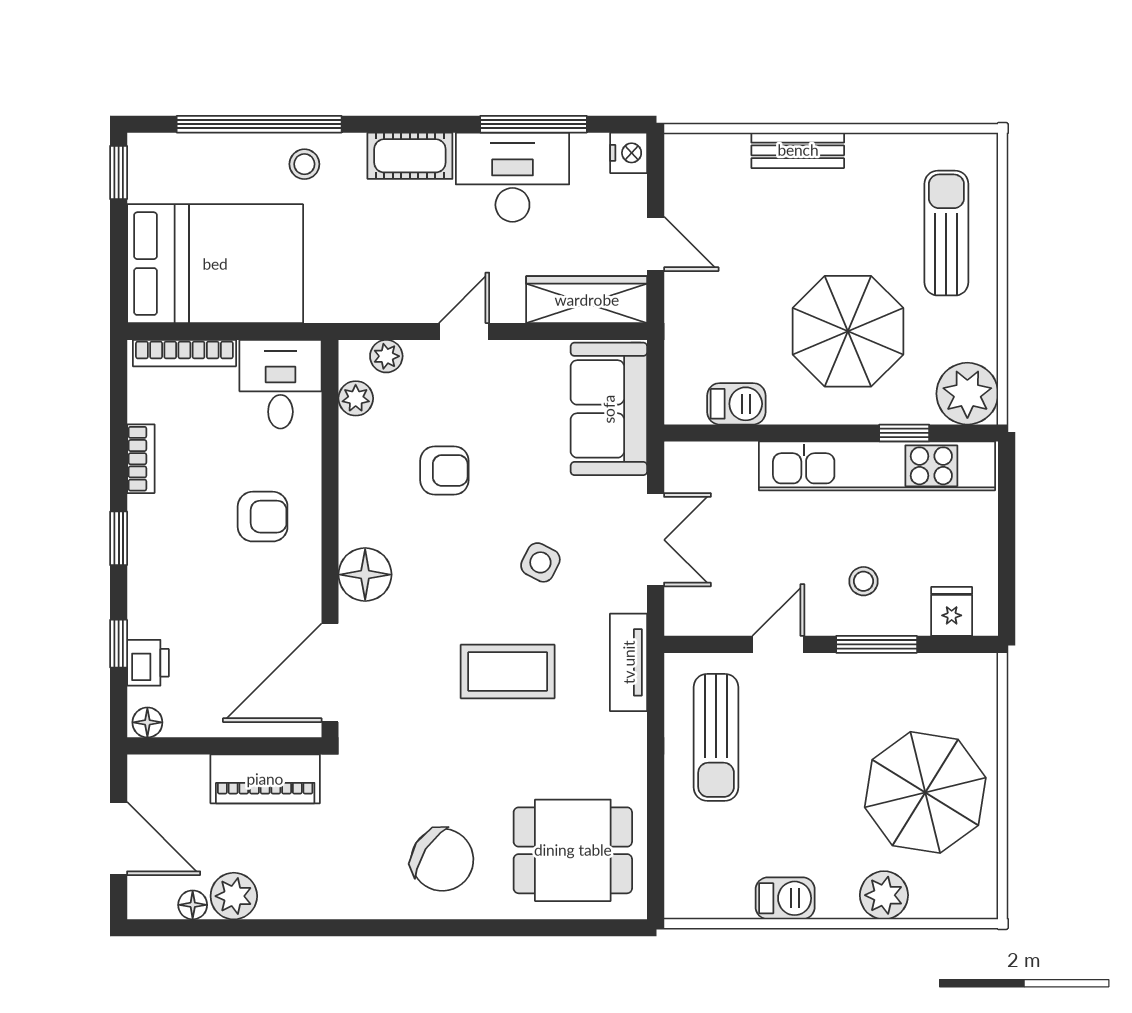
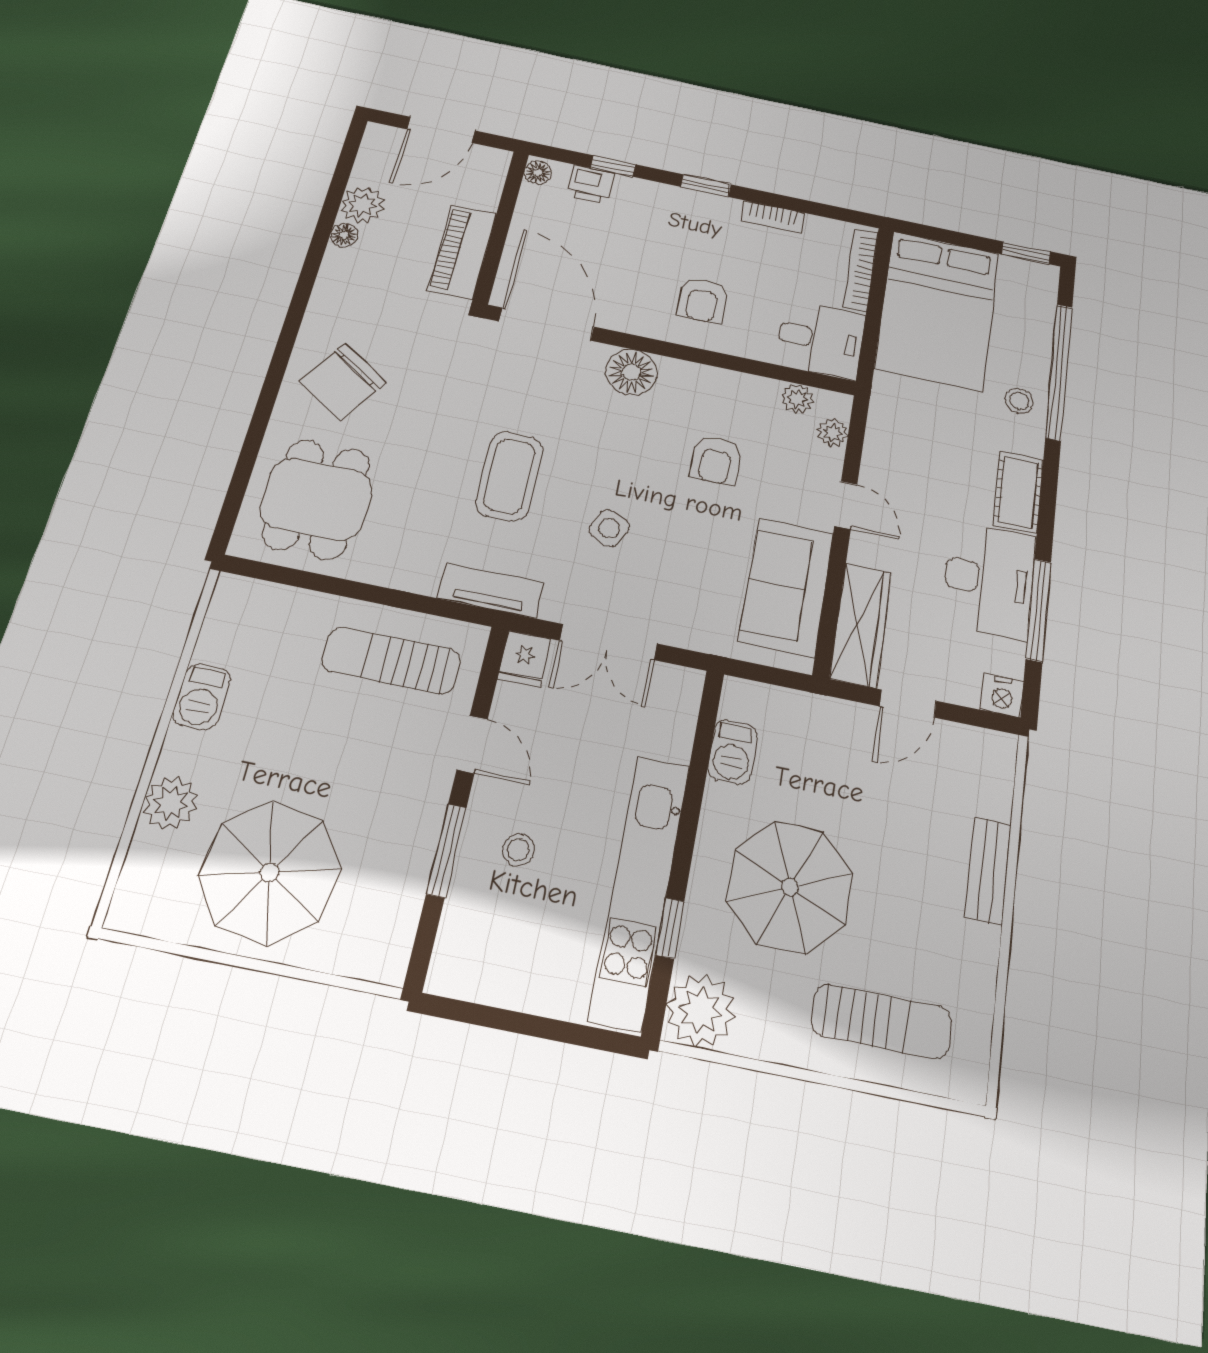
sofa: (609, 409) -> (786, 587), moved, turned -90
fridge: (952, 611) -> (524, 659), moved, turned 90
floor lamp: (193, 905) -> (344, 235), moved

